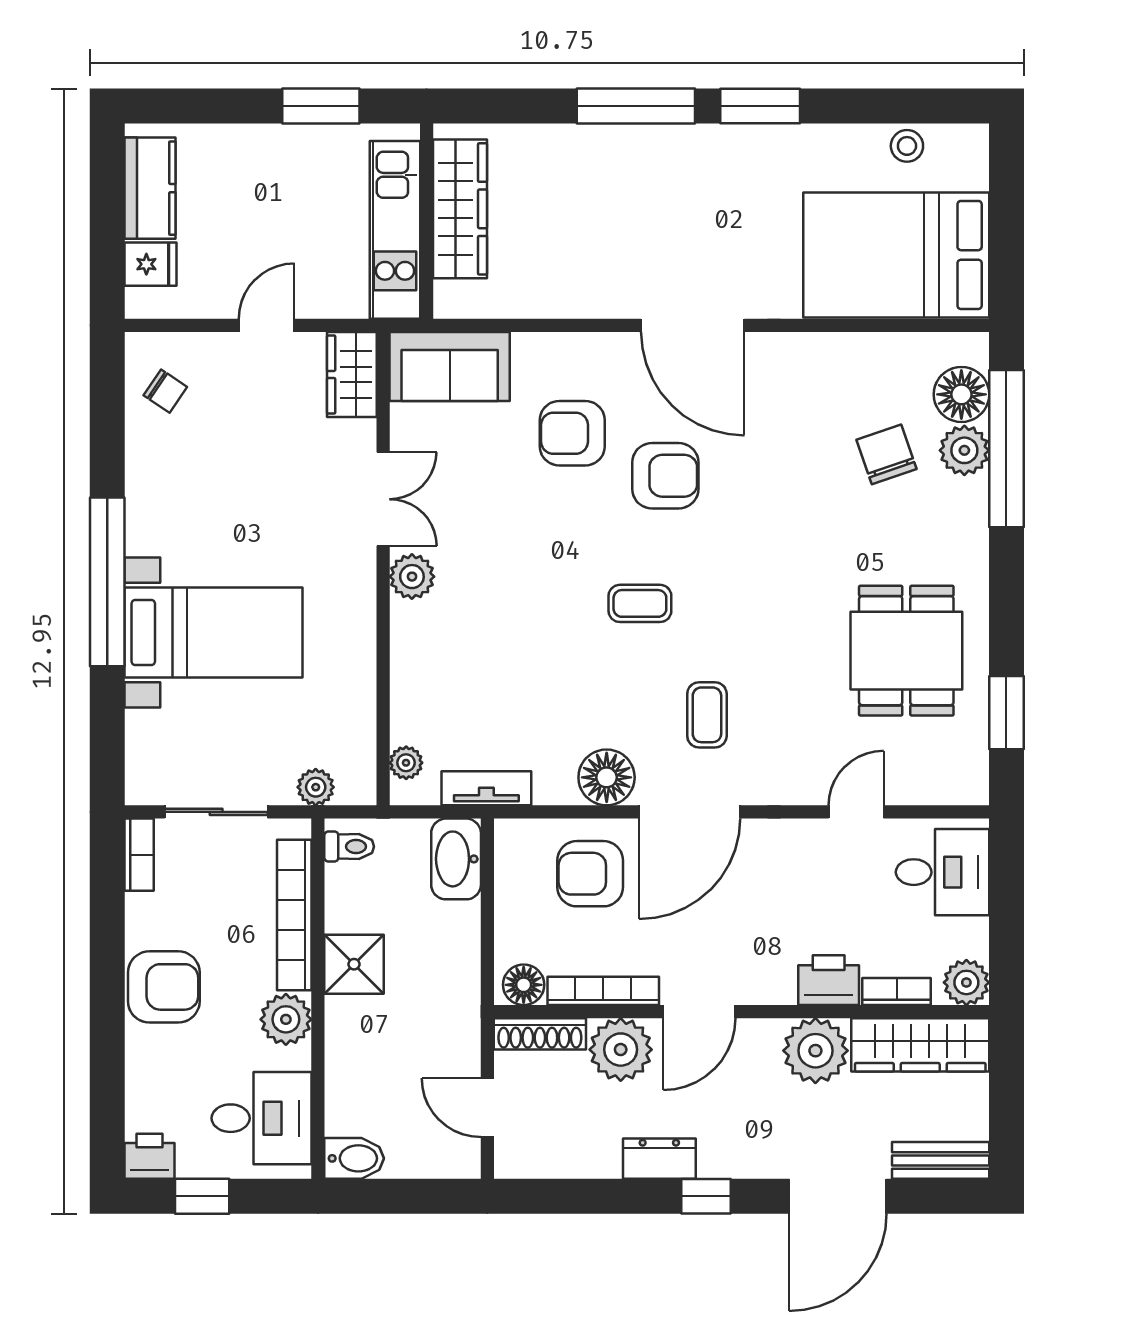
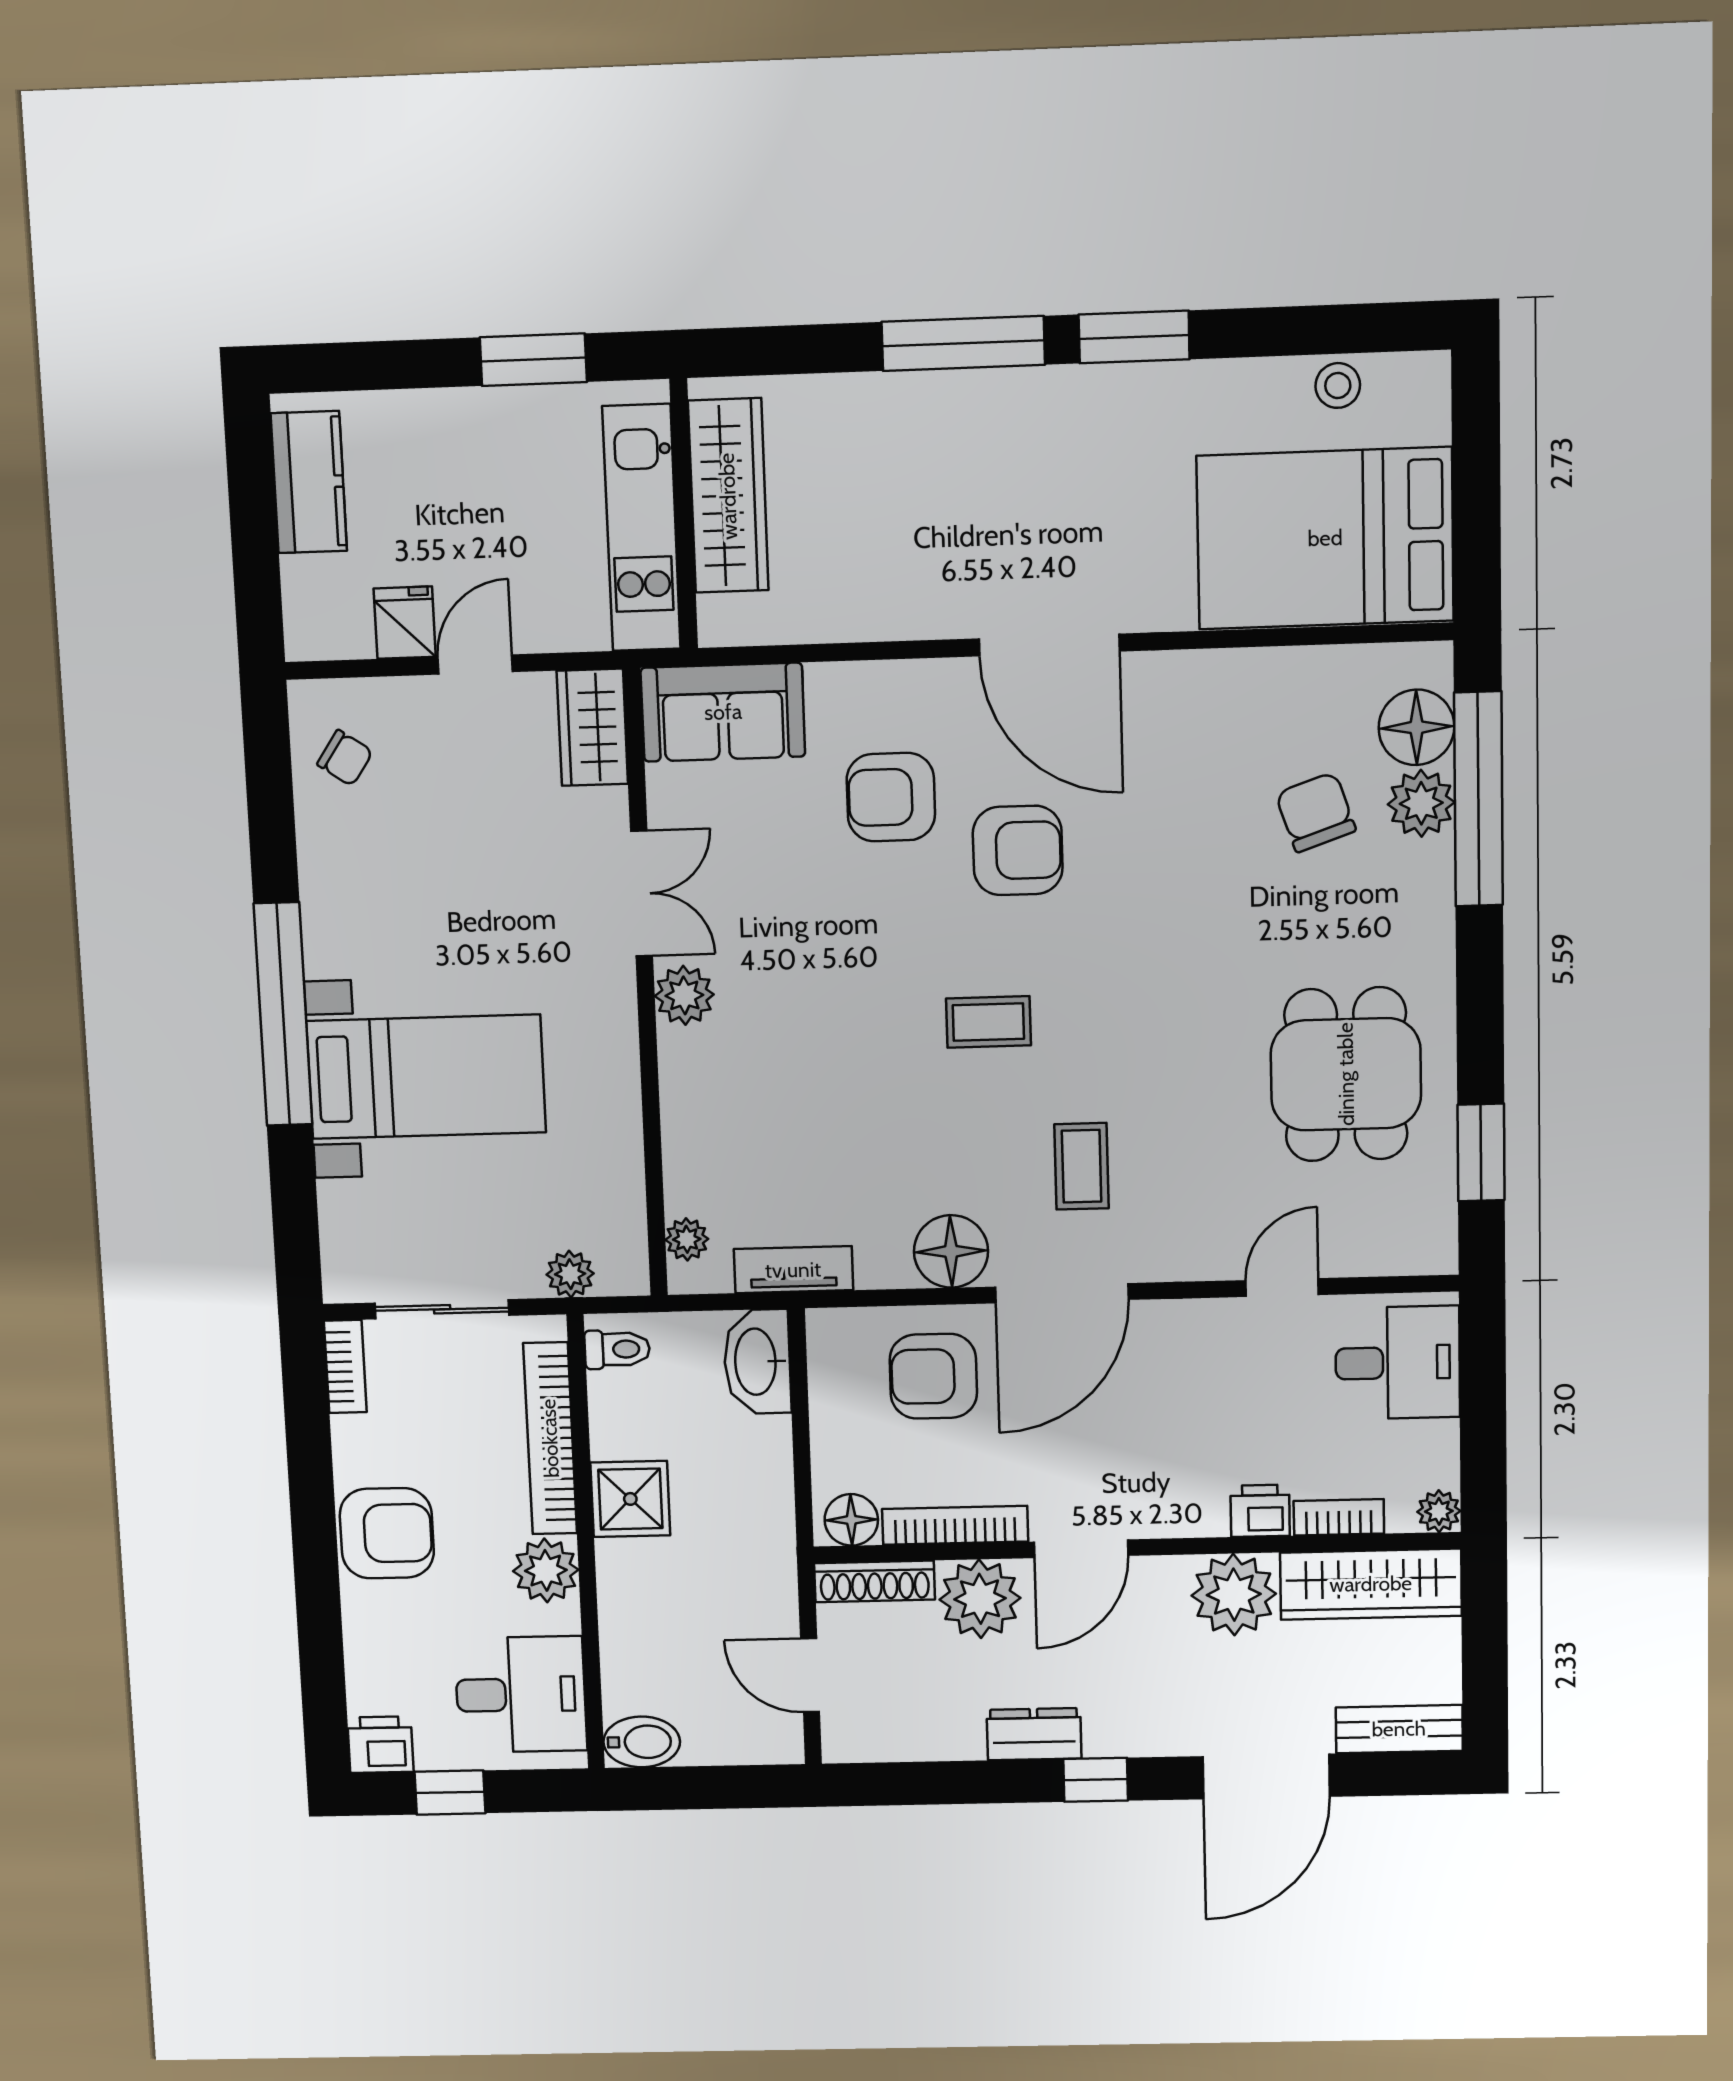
fridge: (151, 264) -> (405, 623), moved, turned -90
printer: (829, 980) -> (1260, 1511), width x0.73, depth x0.81
plant: (966, 982) -> (1439, 1511), width x0.73, depth x0.73

